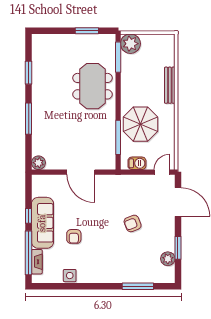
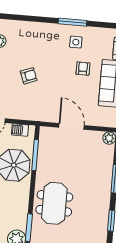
side table: (70, 276) -> (76, 42), moved
window: (138, 286) -> (72, 22), moved

